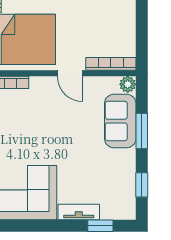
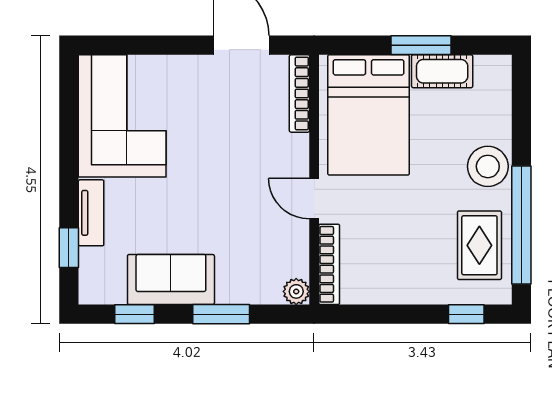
door: (70, 73) -> (314, 199), hinge flipped
sofa: (120, 121) -> (171, 280), moved

